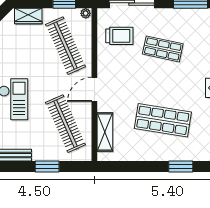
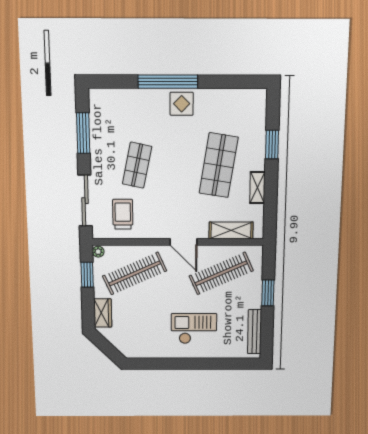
shelving: (143, 155) -> (257, 188), added

